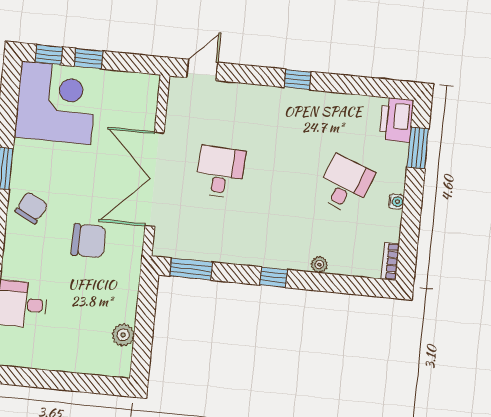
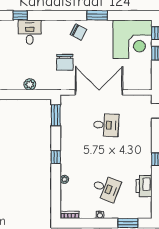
printer: (396, 120) -> (144, 186), moved, turned -90
plant: (123, 335) -> (30, 84), moved

